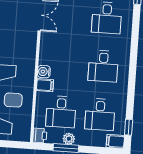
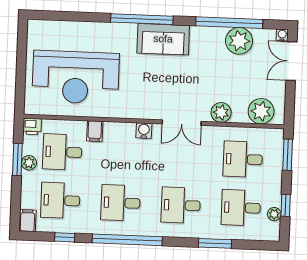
window: (133, 62) -> (127, 240), added
water cooler: (44, 72) -> (144, 131), moved
window: (129, 127) -> (65, 237), moved

